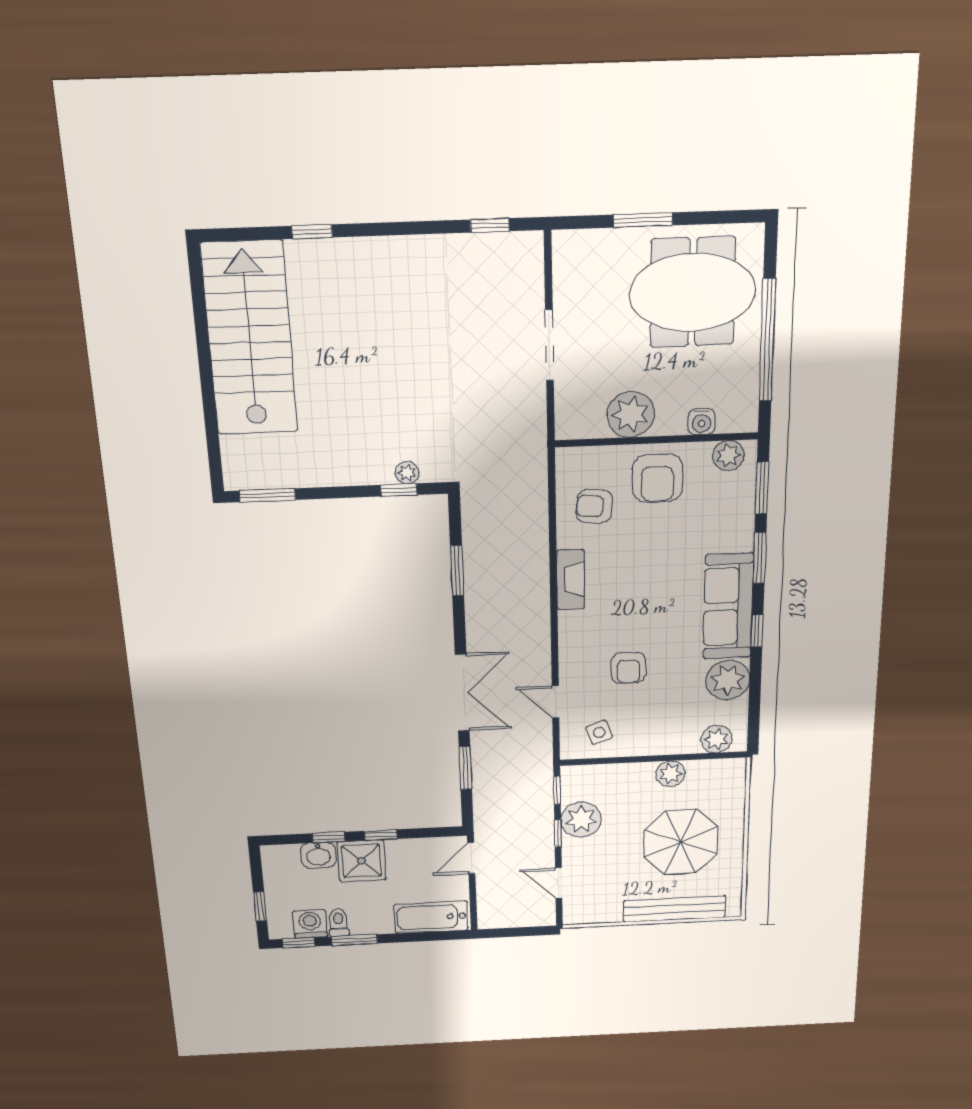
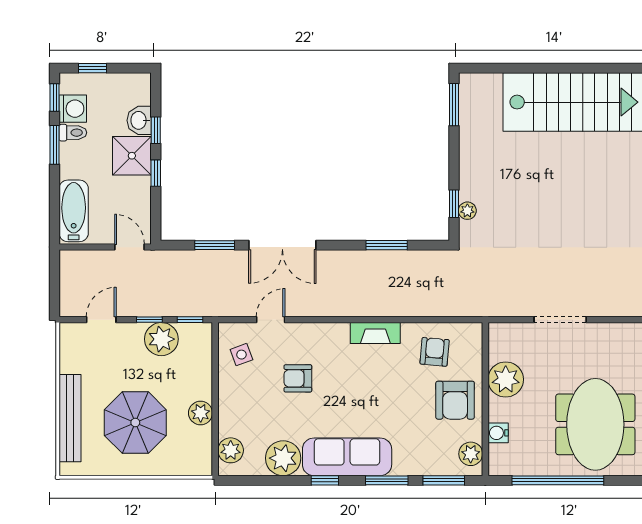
armchair: (658, 478) -> (455, 400), turned -90

